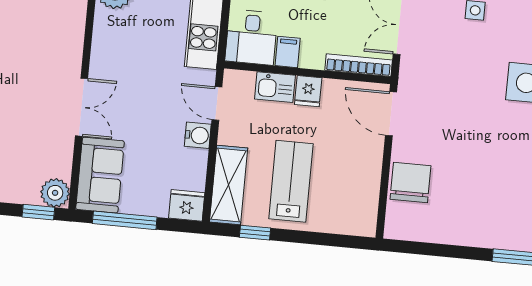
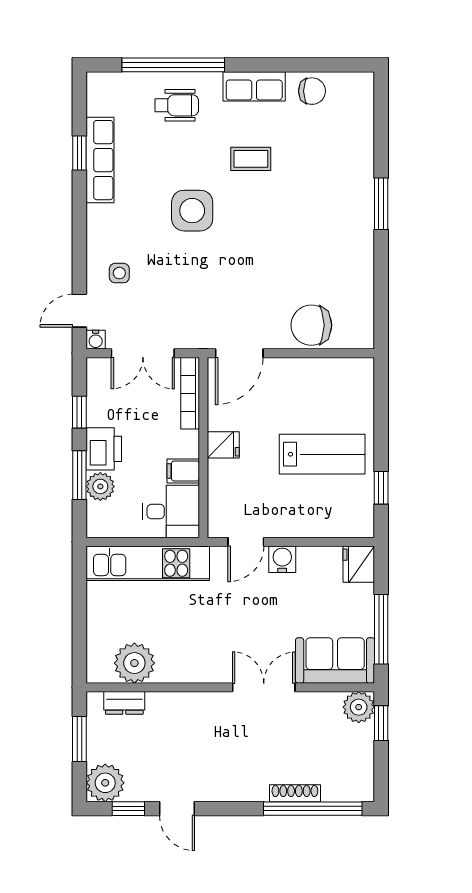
kitchen sink: (275, 87) -> (222, 481), removed
lab bench: (291, 181) -> (322, 454), turned 180
shelving: (229, 185) -> (333, 521), removed

